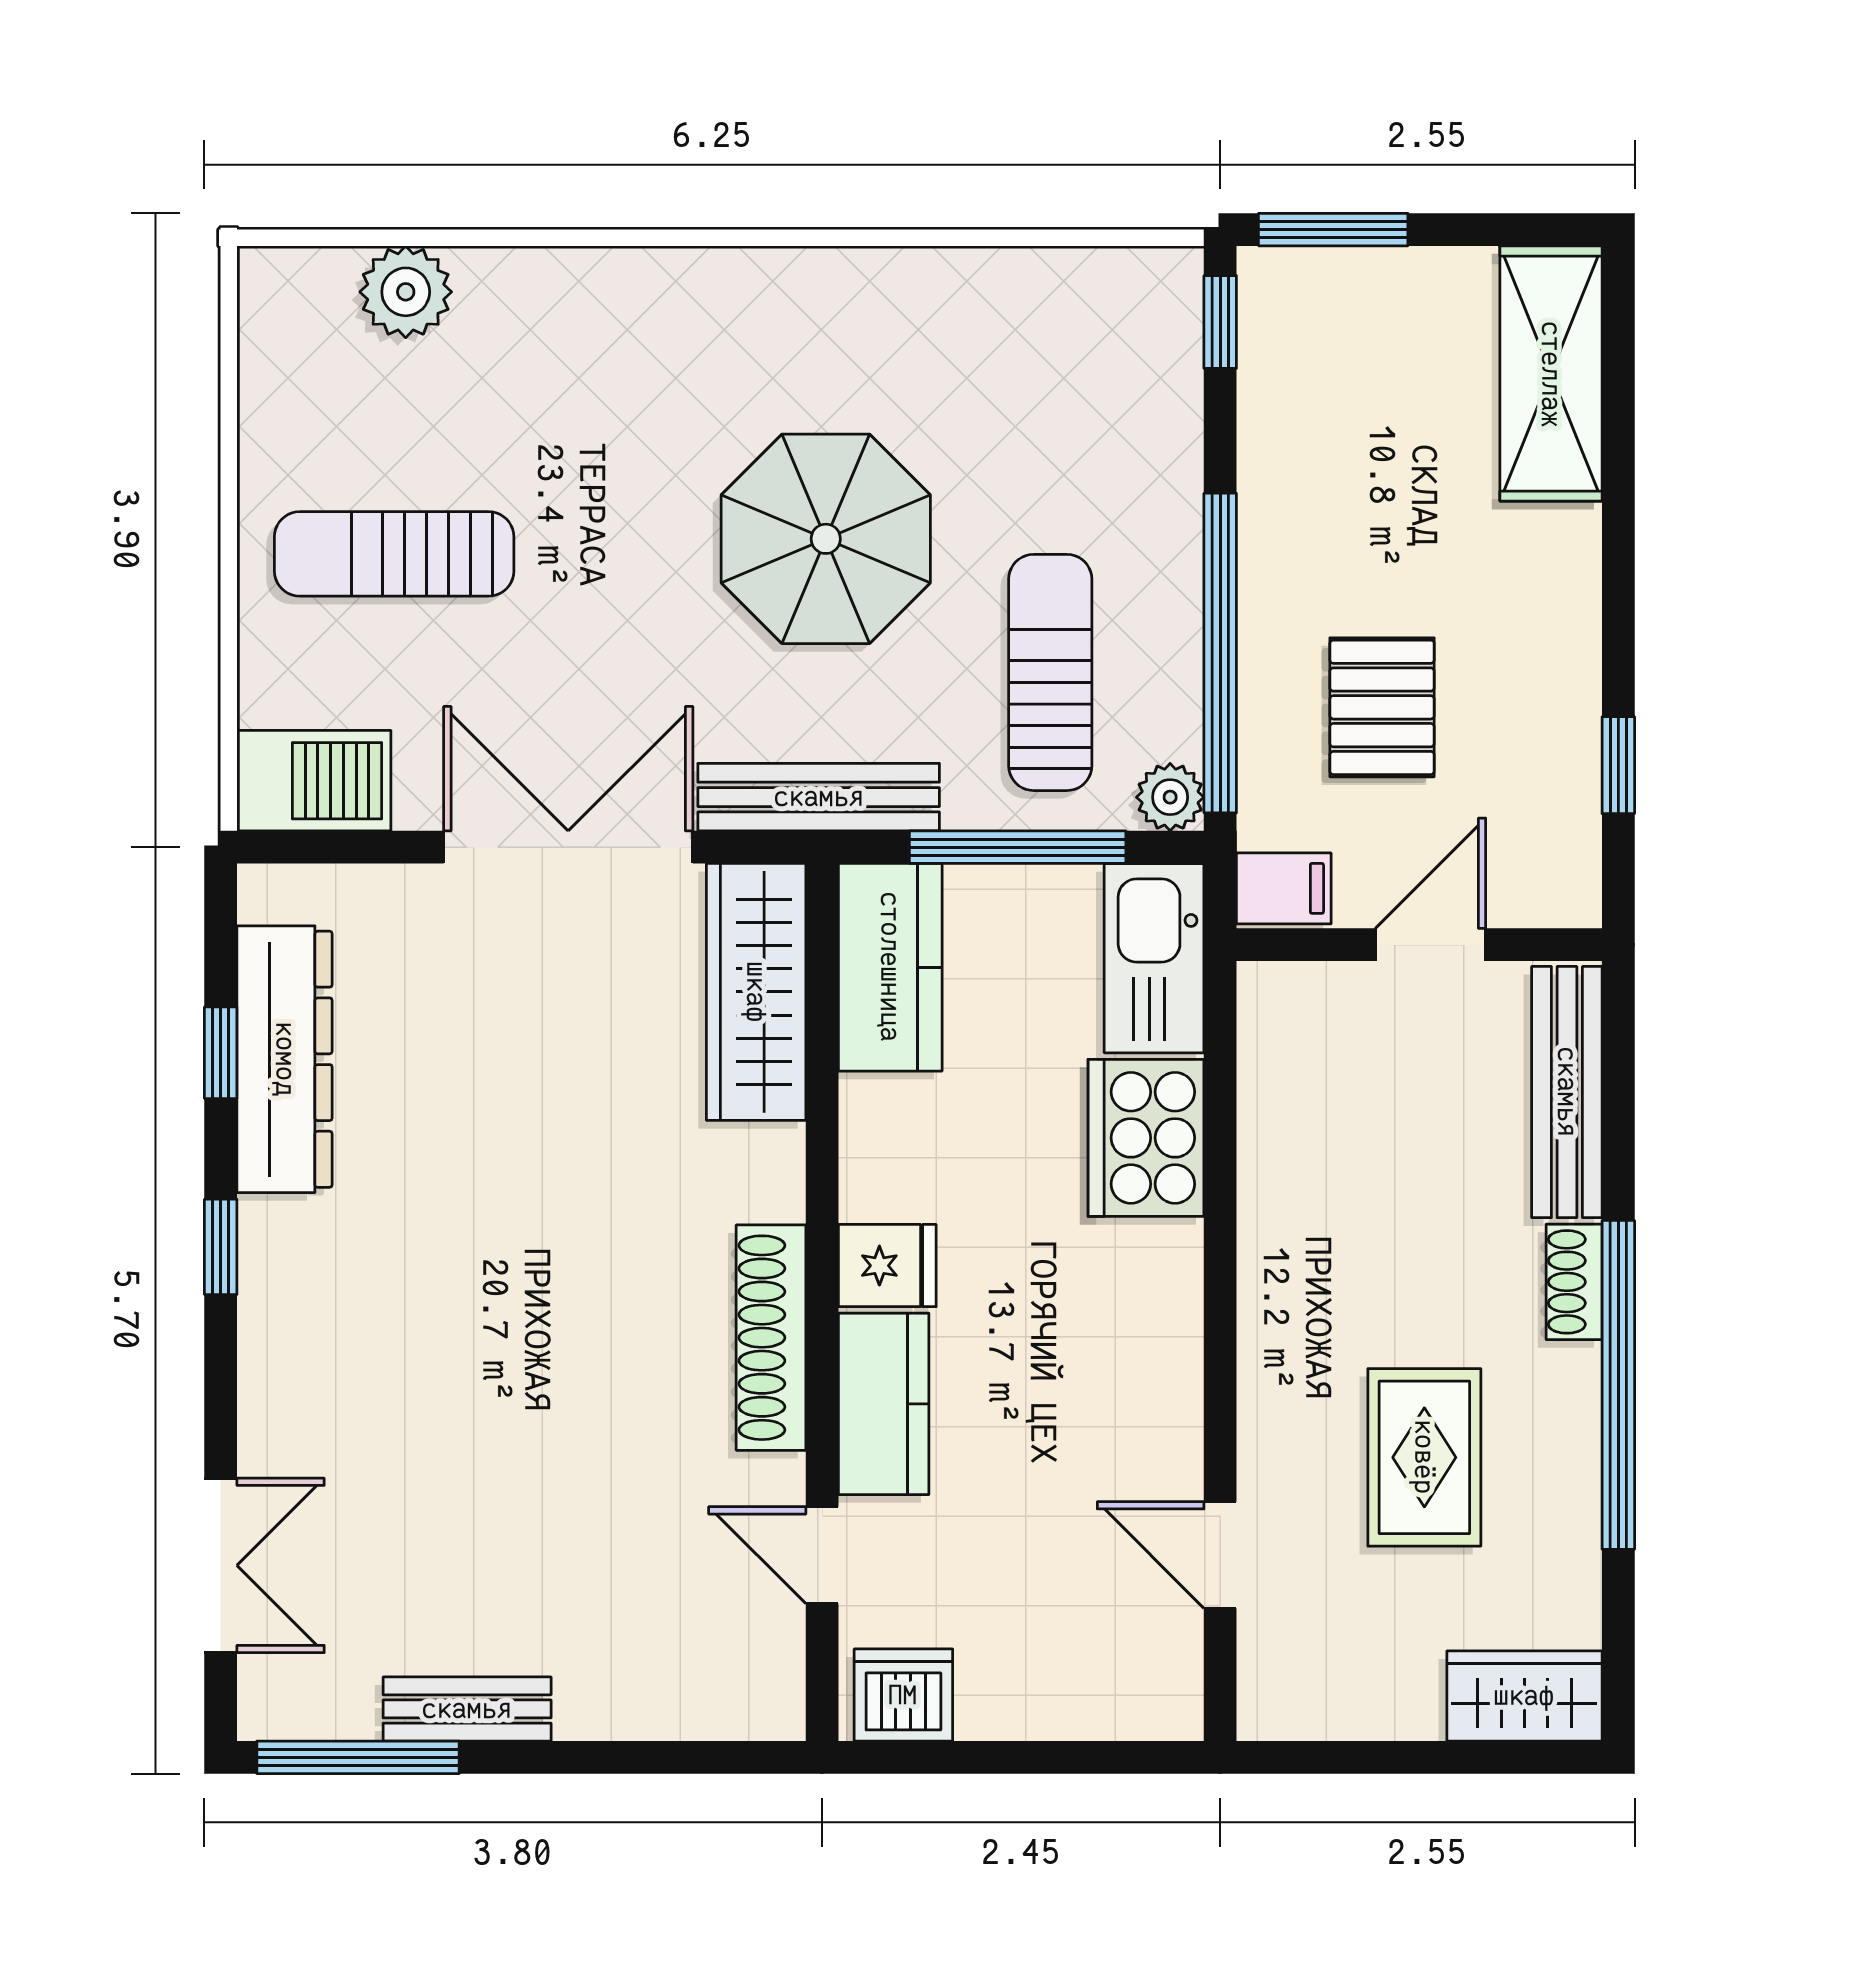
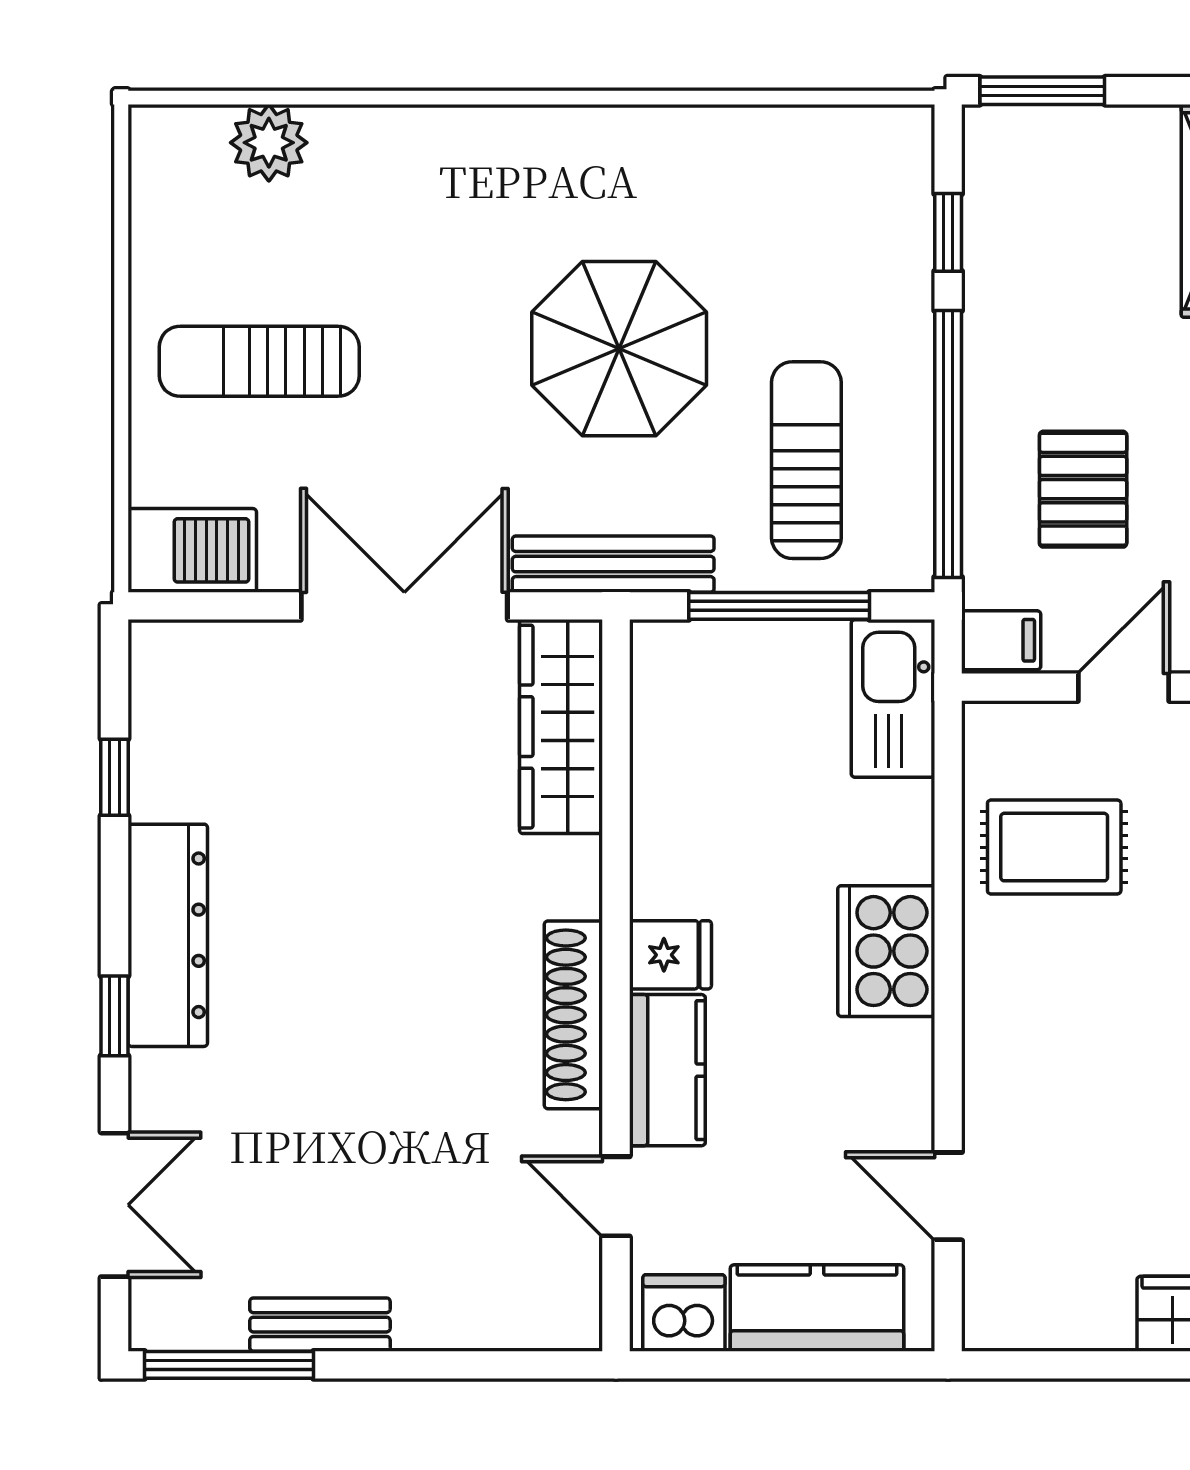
window: (1220, 322) -> (948, 232), moved
plant: (1170, 797) -> (906, 564), removed
kitchen counter: (890, 967) -> (817, 1308), moved, turned -90
dresser: (285, 1059) -> (168, 935), moved
cooker: (1146, 1138) -> (886, 951), moved
window: (221, 1247) -> (114, 1016), moved
rug: (1424, 1457) -> (1054, 847), moved, turned 90

